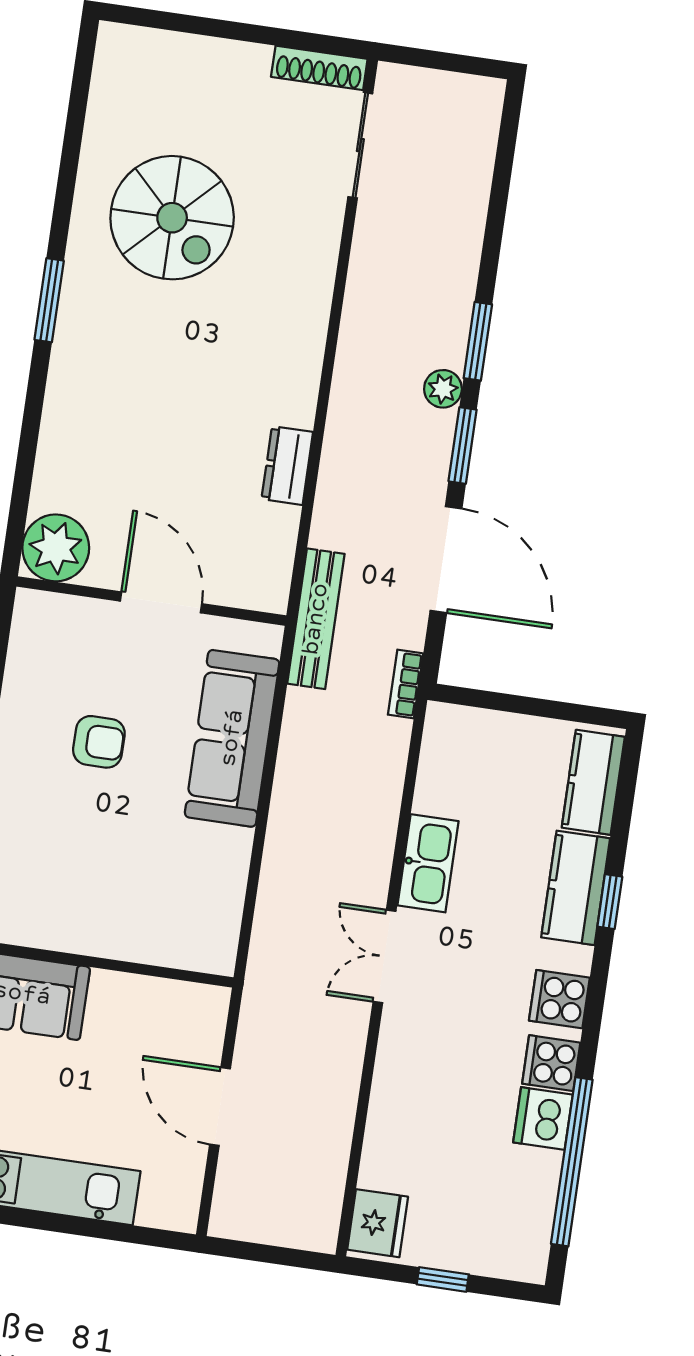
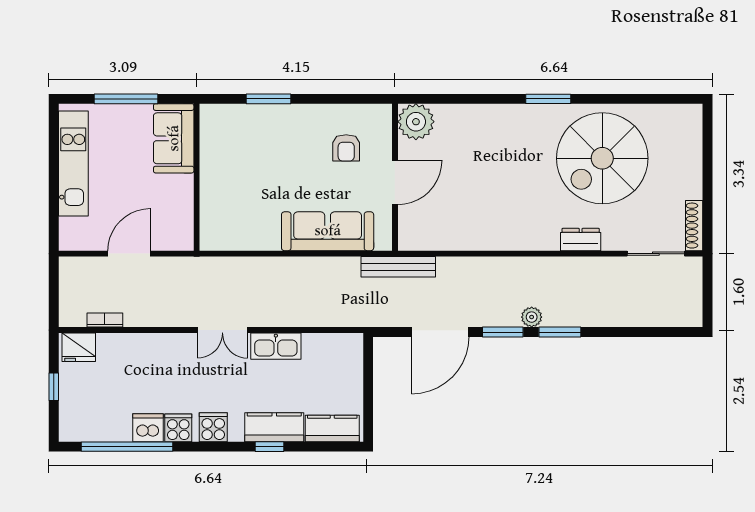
spiral stairs: (172, 218) -> (602, 158), width x1.37, depth x1.37
dresser: (287, 466) -> (581, 239), moved
bookcase: (406, 684) -> (105, 320), moved
armchair: (99, 742) -> (346, 148), moved
double door: (385, 956) -> (222, 330), swing flipped

